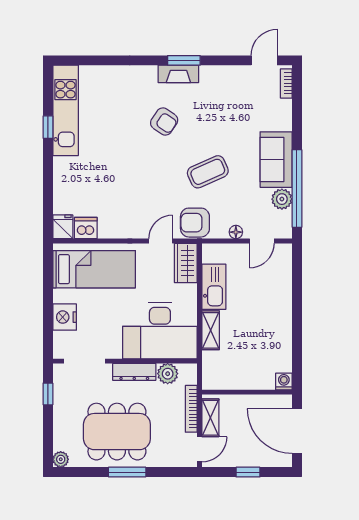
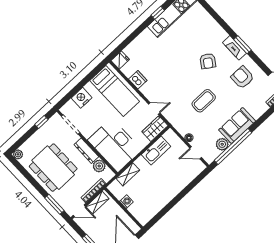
coffee table: (208, 172) -> (204, 101), turned -66
armchair: (195, 223) -> (242, 77), moved
dishwasher: (86, 228) -> (138, 80), moved
shelving: (211, 330) -> (128, 174), moved
washing machine: (284, 381) -> (126, 202), moved
window: (127, 472) -> (54, 204), moved

